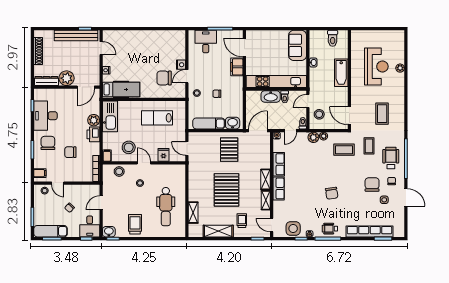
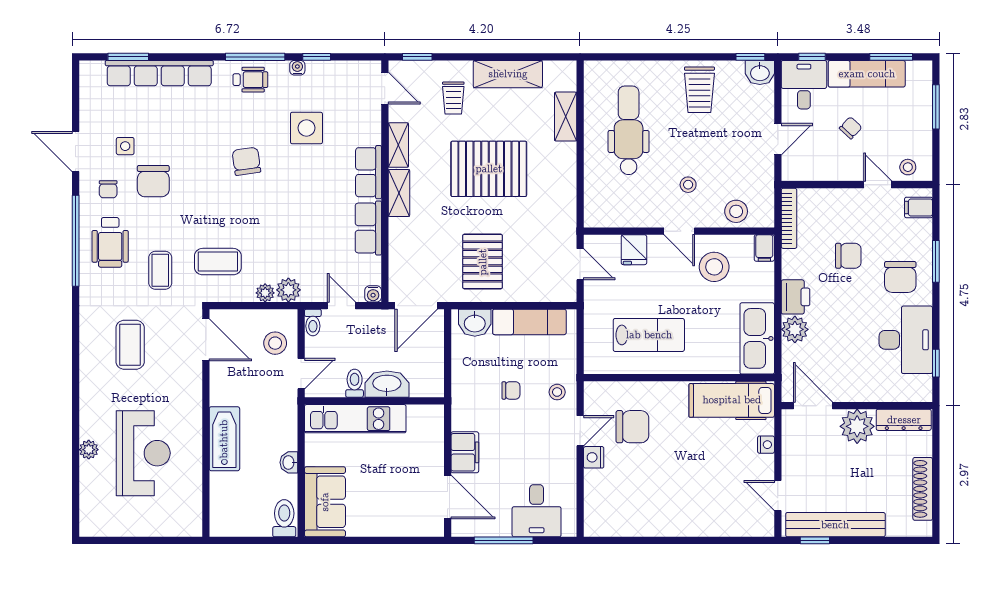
toilet: (333, 38) -> (284, 518), moved
reception desk: (376, 66) -> (143, 453), turned 180
kitchen unit: (276, 81) -> (355, 419), width x0.73
door: (86, 87) -> (813, 406), hinge flipped
door: (290, 131) -> (341, 306), hinge flipped
pallet: (226, 190) -> (489, 169), turned 90
side table: (293, 229) -> (306, 128), moved
exam couch: (51, 231) -> (867, 74), moved

